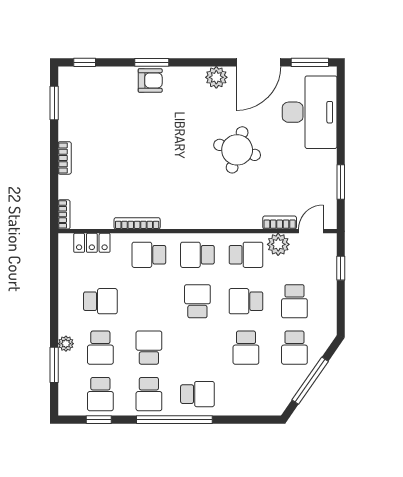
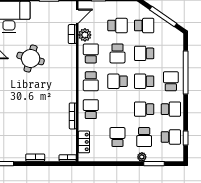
door: (311, 231) -> (77, 16), swing flipped
school desk: (149, 255) -> (91, 109), turned 180
school desk: (100, 348) -> (144, 137), turned 90
school desk: (197, 348) -> (144, 81), added
school desk: (246, 348) -> (144, 53), turned 180
window: (174, 420) -> (186, 72), moved

